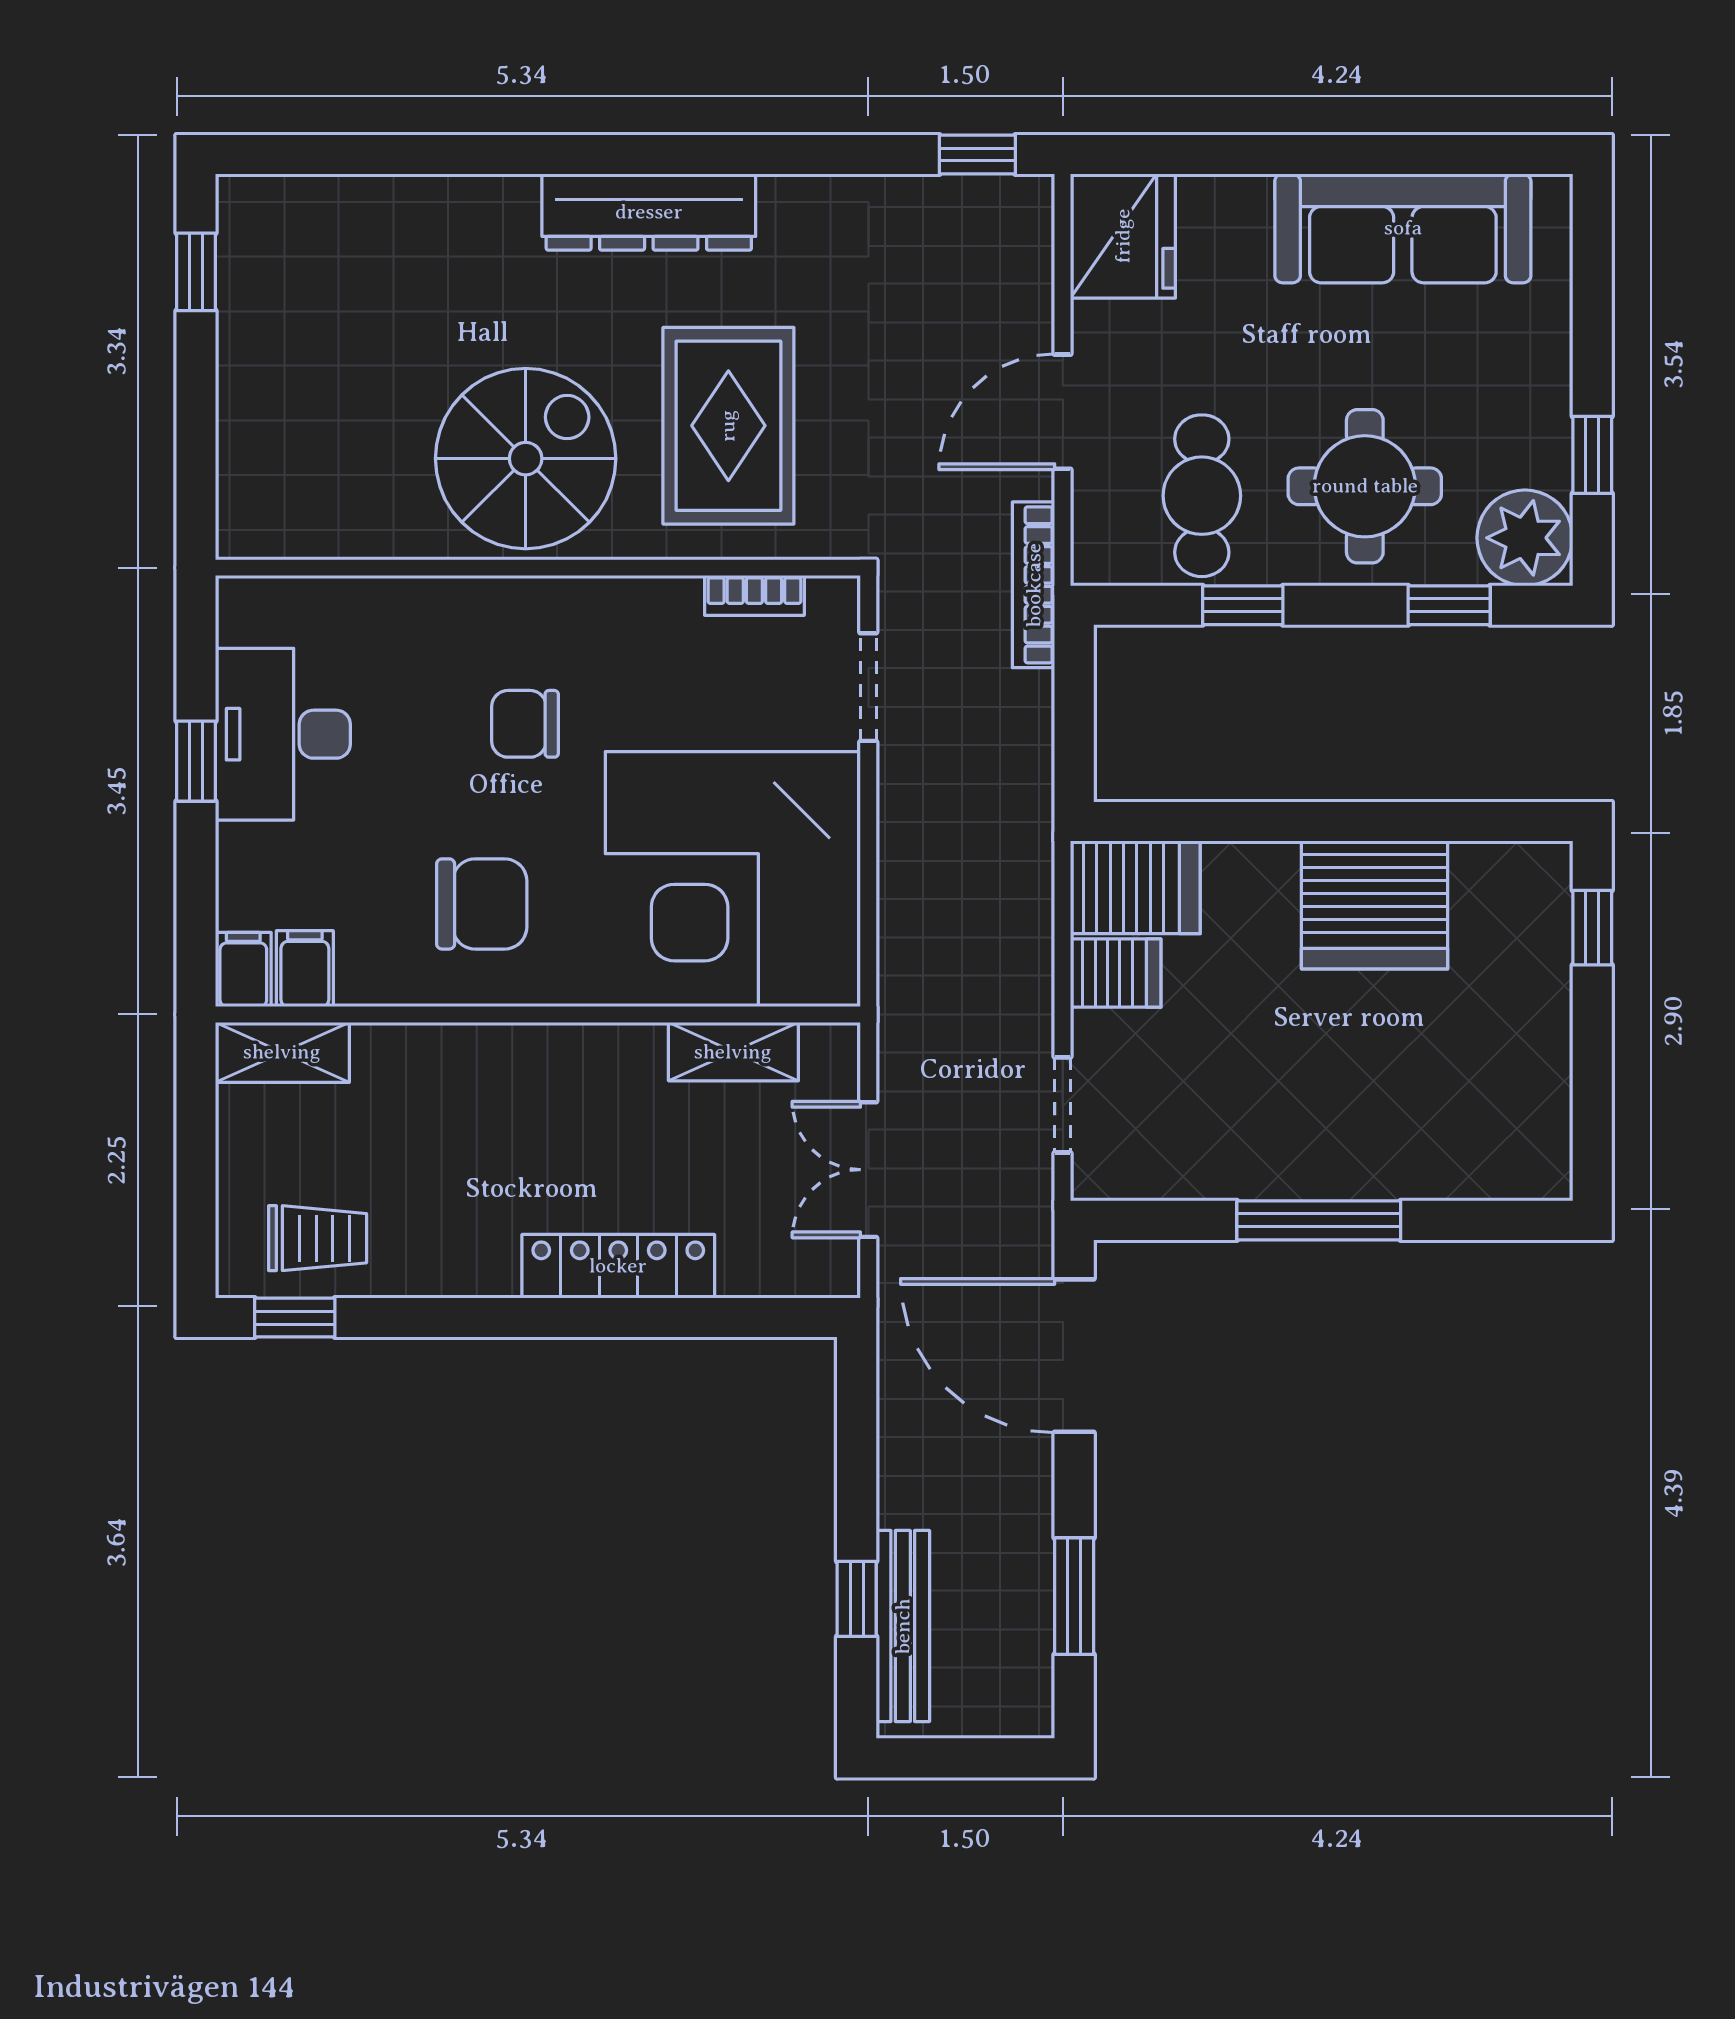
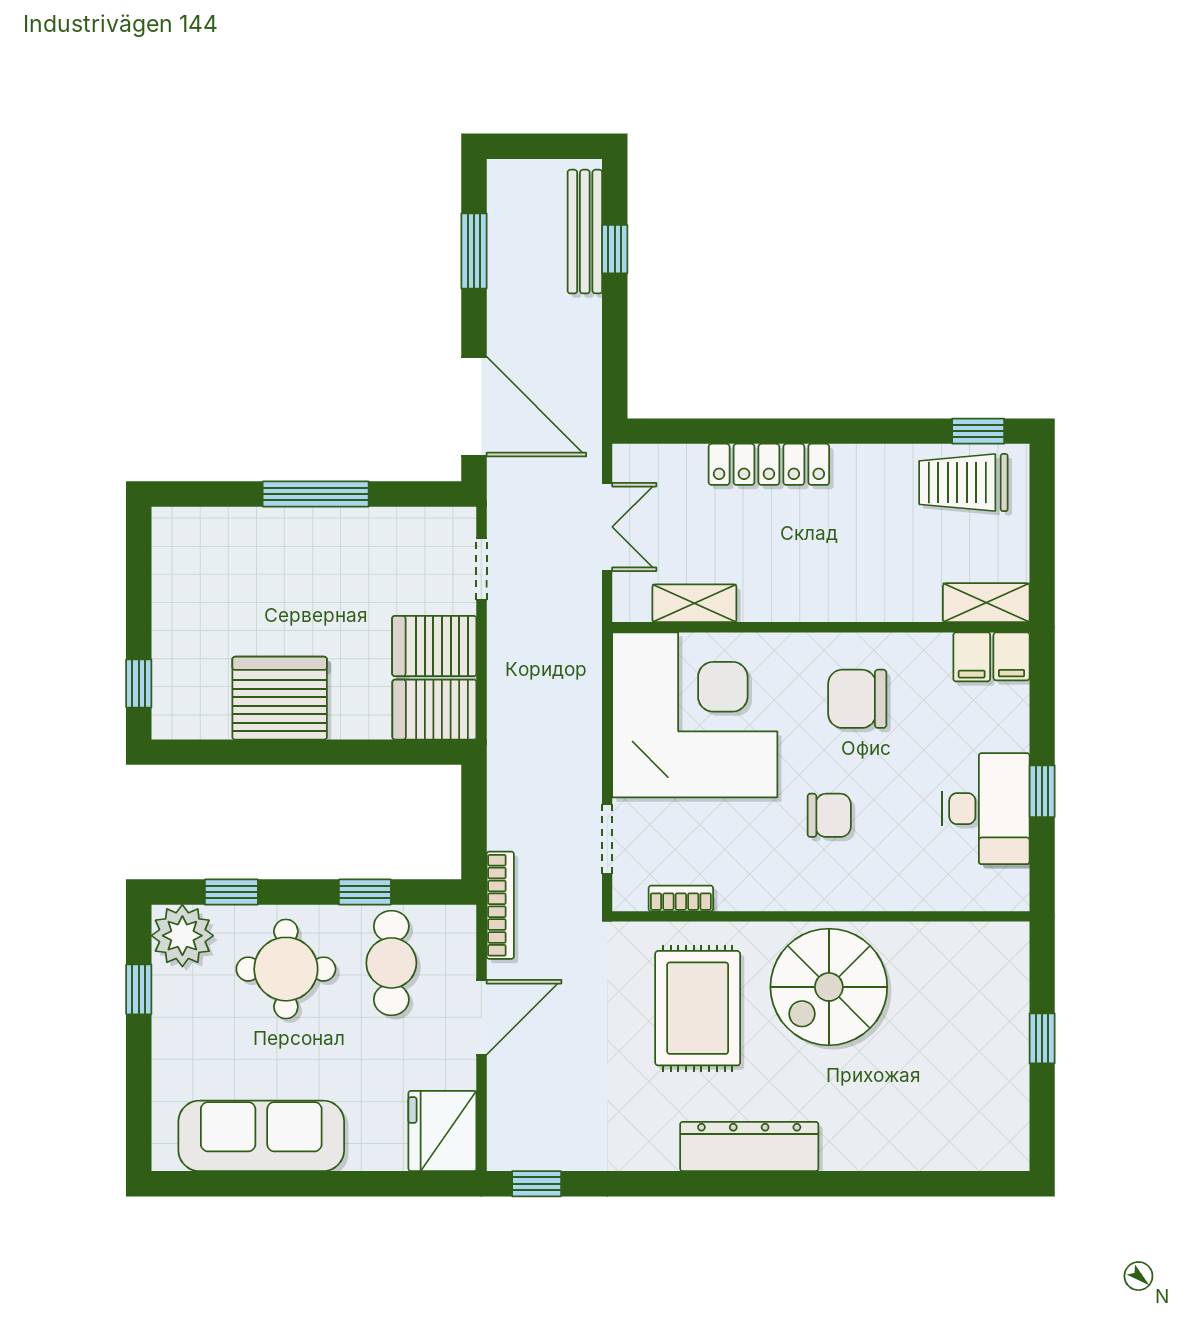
window: (196, 272) -> (1042, 1038), moved
server rack: (1116, 973) -> (434, 646), width x1.36, depth x1.44
trolley: (318, 1238) -> (963, 483), width x1.36, depth x1.39

